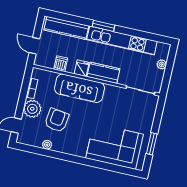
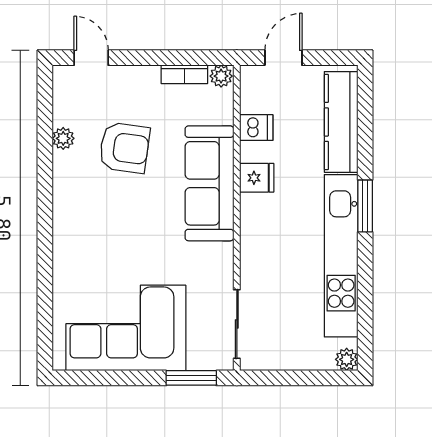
plant: (162, 64) -> (347, 359), moved
kitchen counter: (103, 73) -> (258, 230), removed
plant: (32, 109) -> (221, 76), moved, width x0.53, depth x0.53
window: (152, 144) -> (191, 378), moved
corner sofa: (115, 146) -> (126, 328), moved, turned -90

